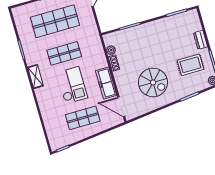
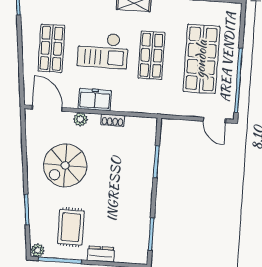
plant: (111, 50) -> (80, 119), moved
freezer: (106, 83) -> (95, 100), width x0.71
door: (121, 107) -> (47, 108), hinge flipped

